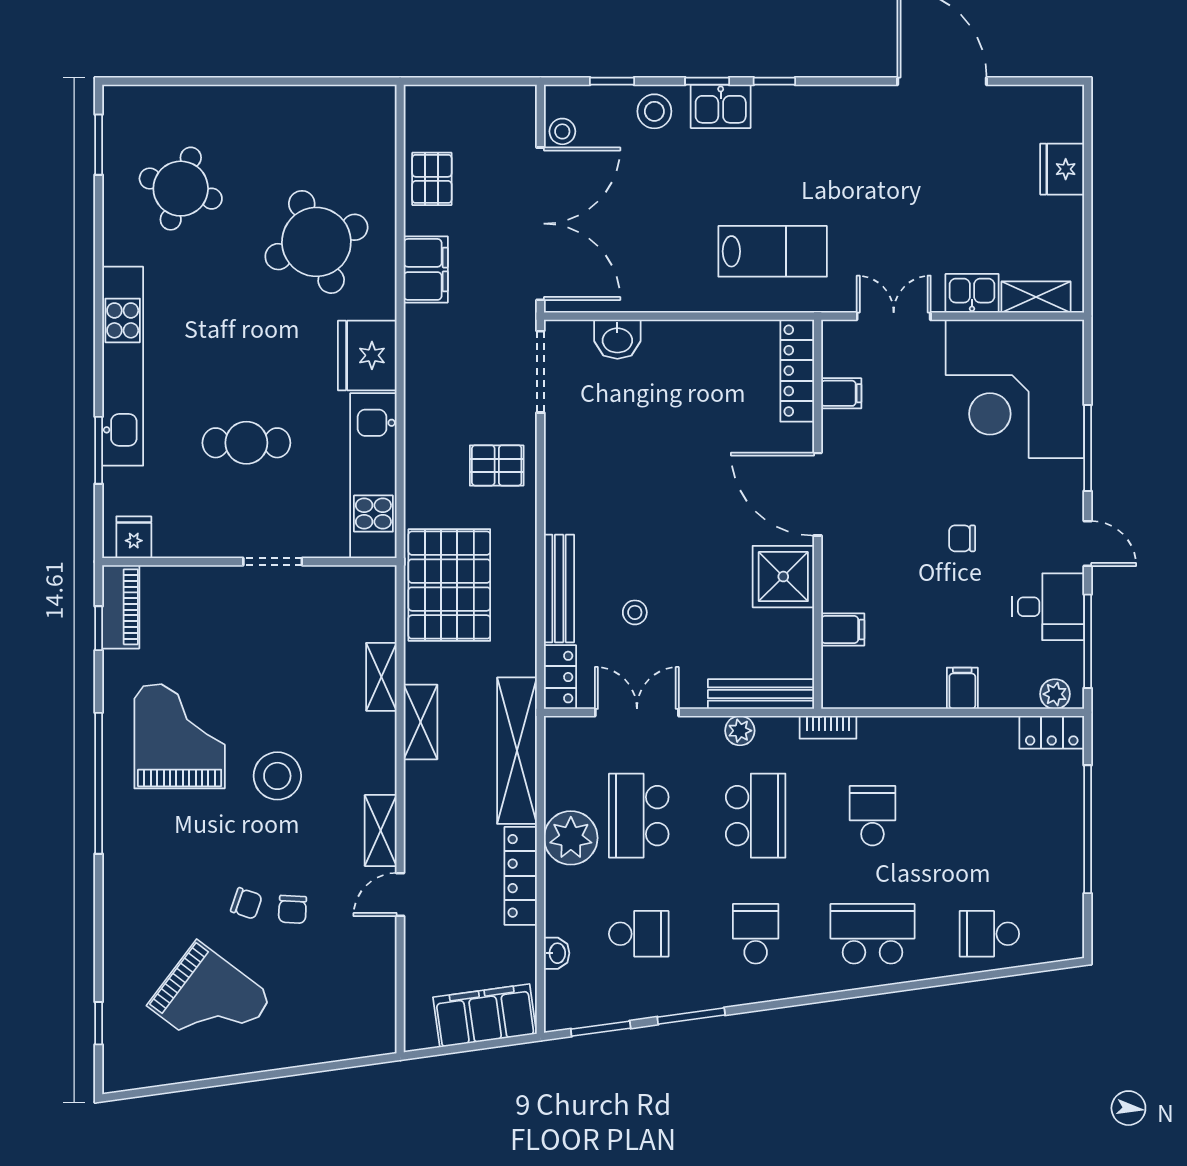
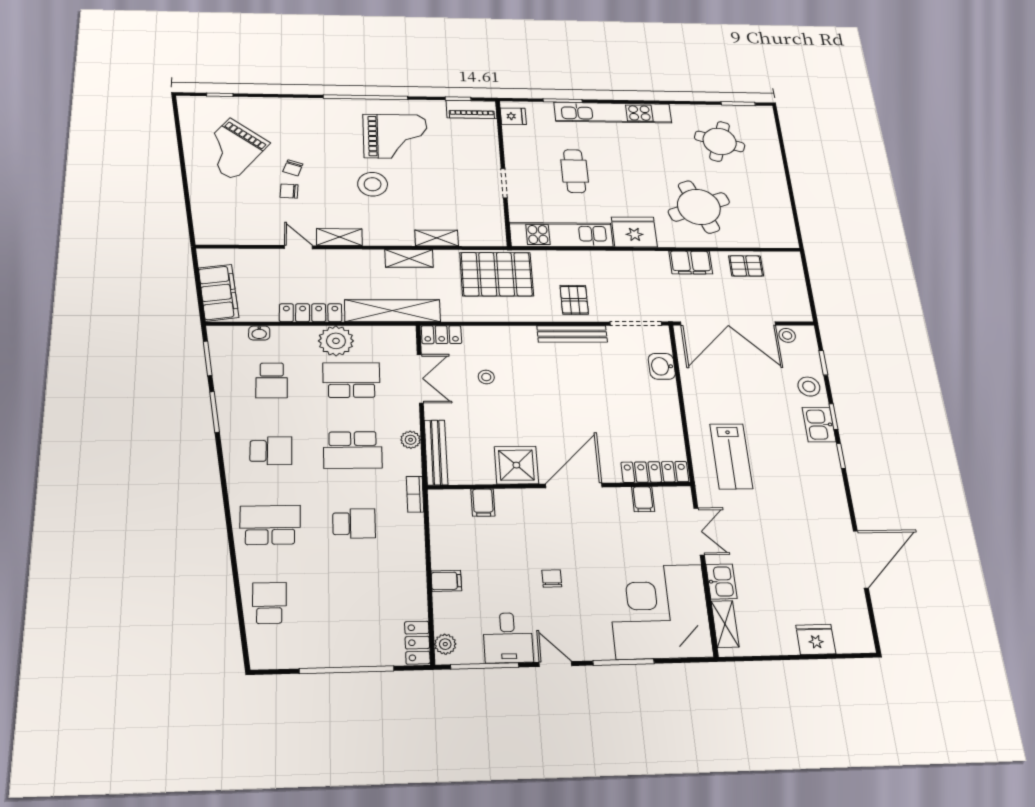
door: (1088, 543) -> (555, 664), swing flipped
bench: (559, 588) -> (572, 334), moved
school desk: (872, 934) -> (270, 525), turned -90

